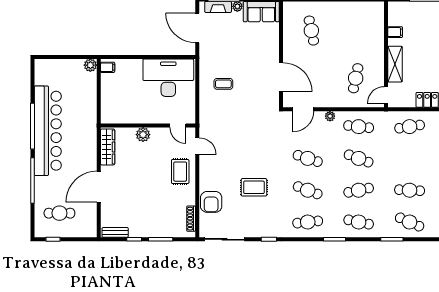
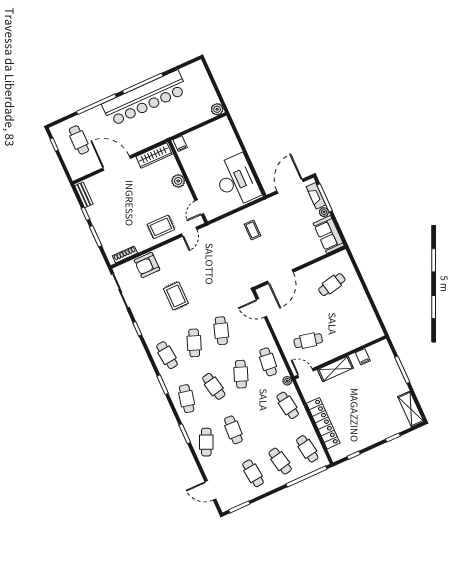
filing cabinet: (108, 67) -> (180, 144), moved
plant: (330, 116) -> (287, 381), moved

